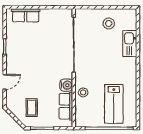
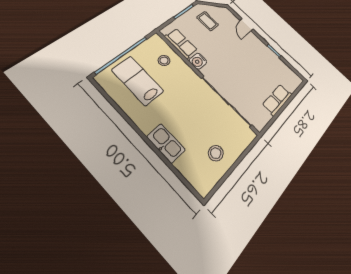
row of seats: (26, 15) -> (277, 100), moved
kitchen sink: (130, 44) -> (166, 143), moved
stool: (83, 92) -> (164, 60), moved

